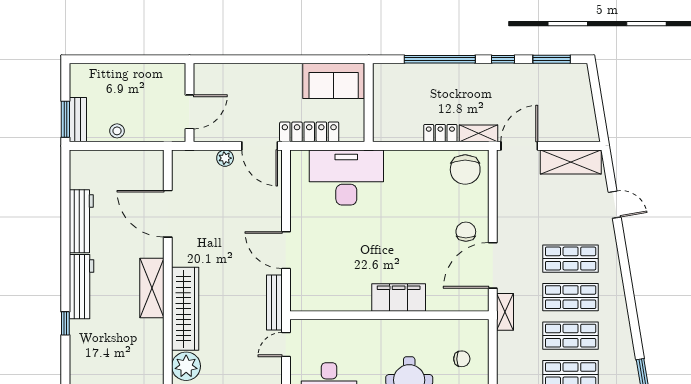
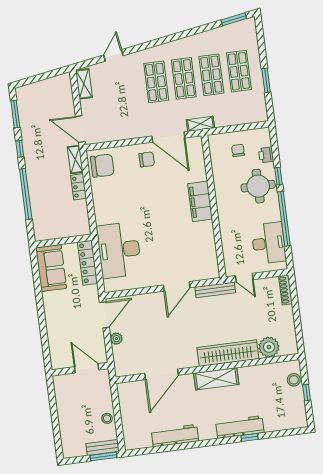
locker: (309, 132) -> (87, 263), moved
shelving: (571, 162) -> (84, 84), width x0.67, depth x0.75
chair: (466, 232) -> (147, 159), turned 180
workbench: (81, 287) -> (240, 427), moved

